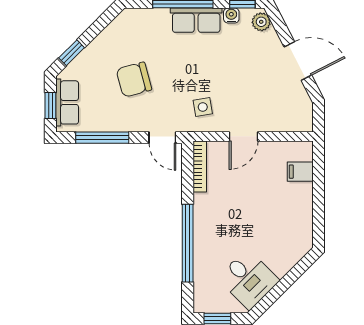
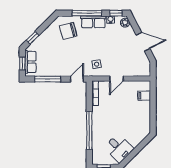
chair: (134, 80) -> (68, 31), moved
door: (162, 138) -> (77, 79), swing flipped

